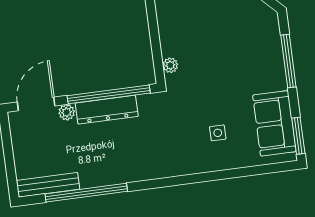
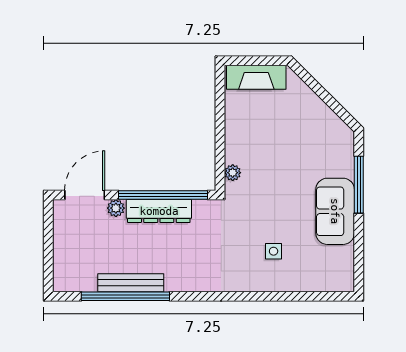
sofa: (274, 123) -> (335, 211), moved
window: (298, 136) -> (359, 266), removed
bench: (48, 185) -> (131, 283), moved

